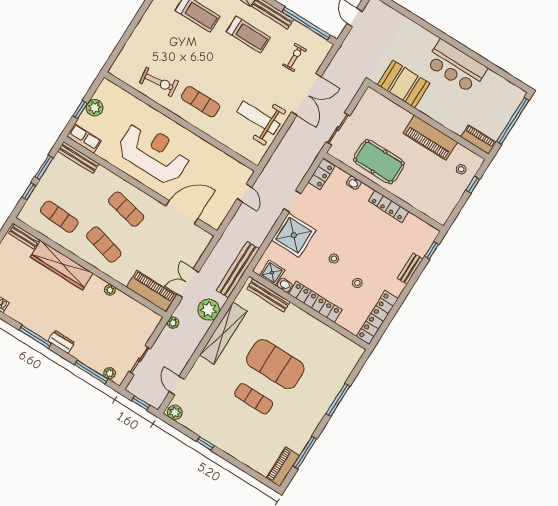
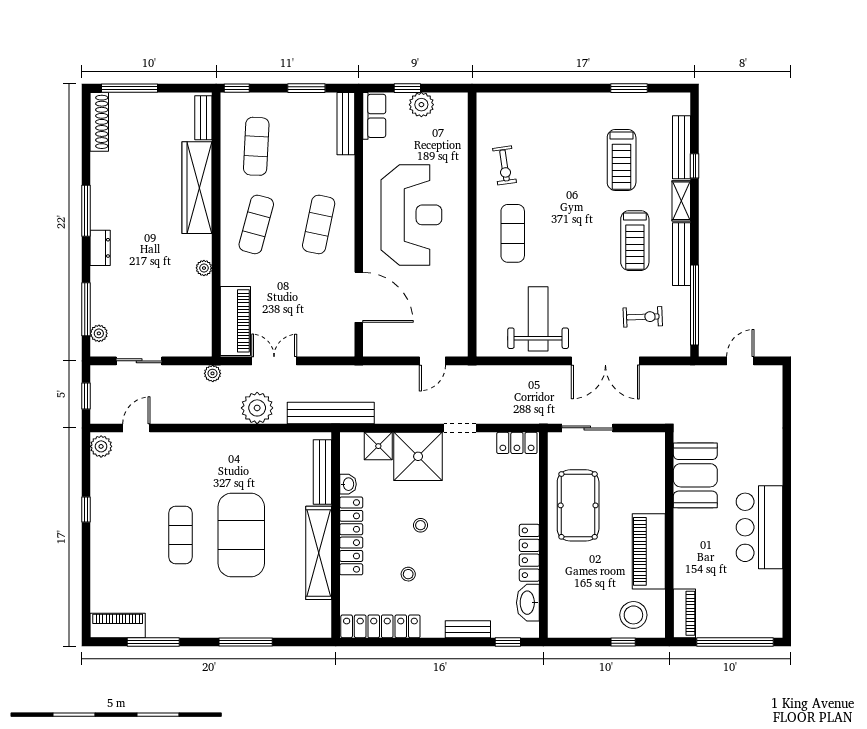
exercise bike: (159, 82) -> (505, 165), width x0.73, depth x0.72
stool: (461, 169) -> (633, 615), width x1.89, depth x1.89
washbasin: (354, 183) -> (528, 603), moved, width x1.91, depth x1.45
window: (29, 191) -> (237, 88), moved
shower: (272, 273) -> (378, 446), moved
shelving: (223, 333) -> (319, 553), moved, turned 90

